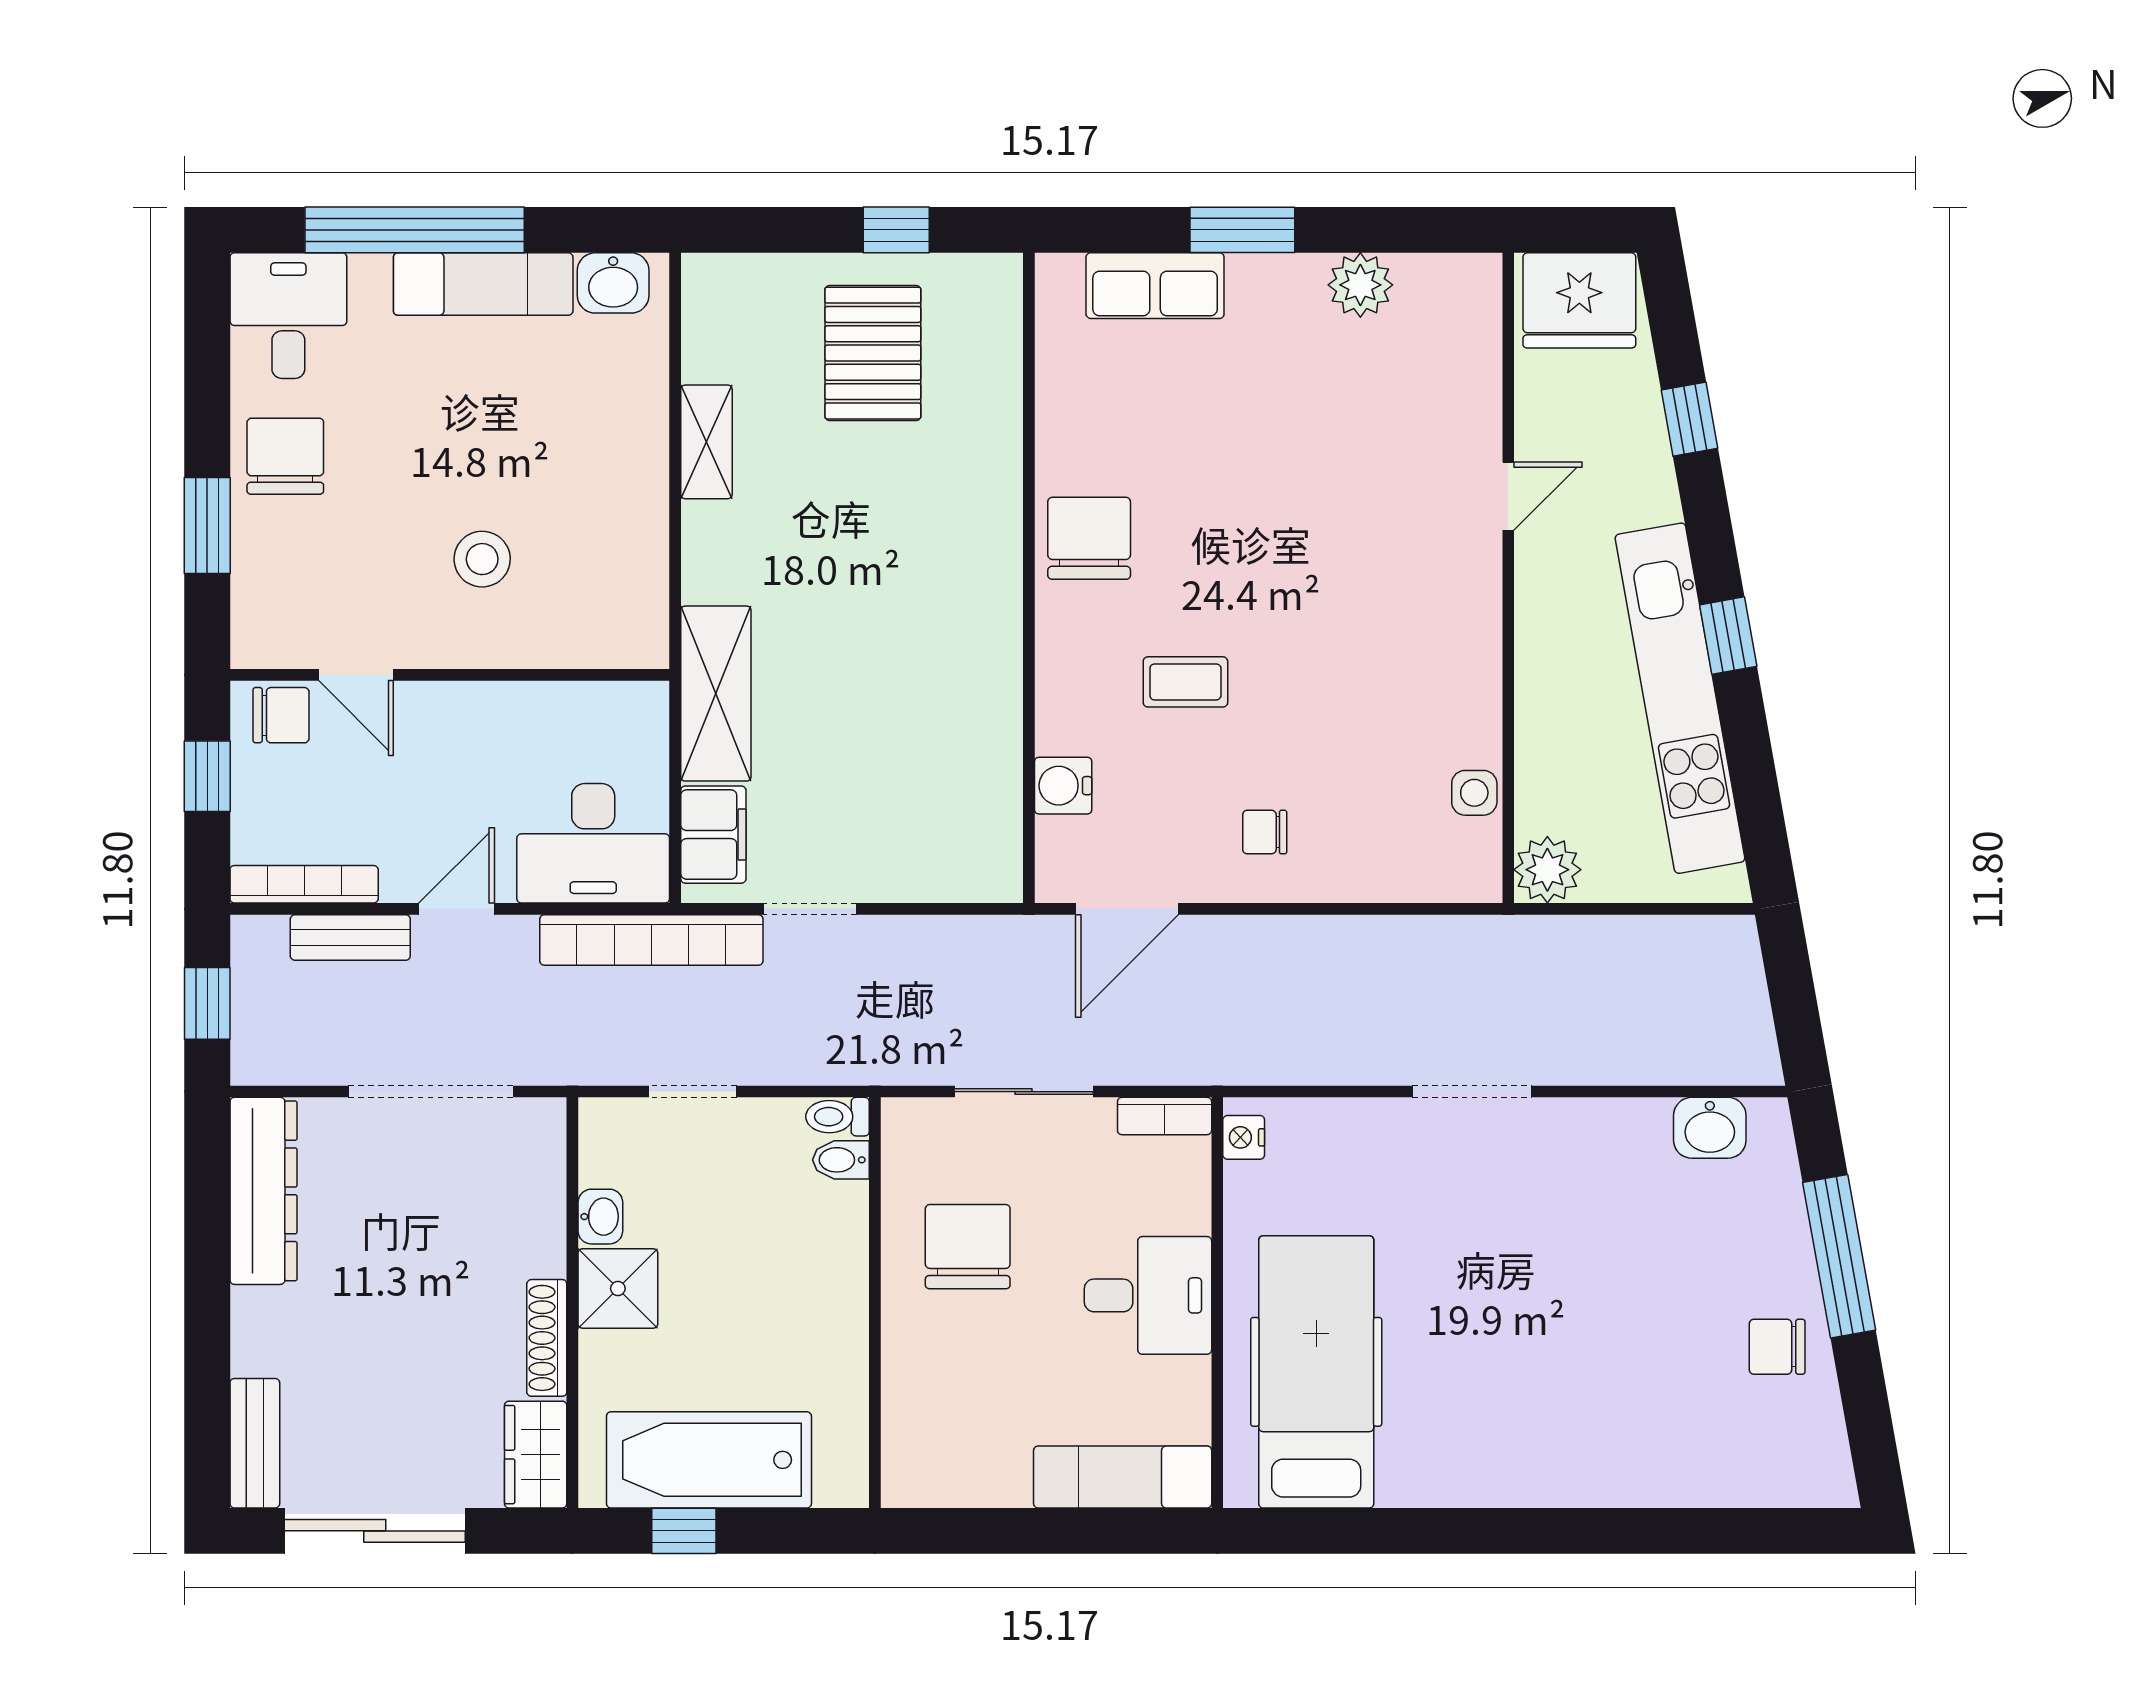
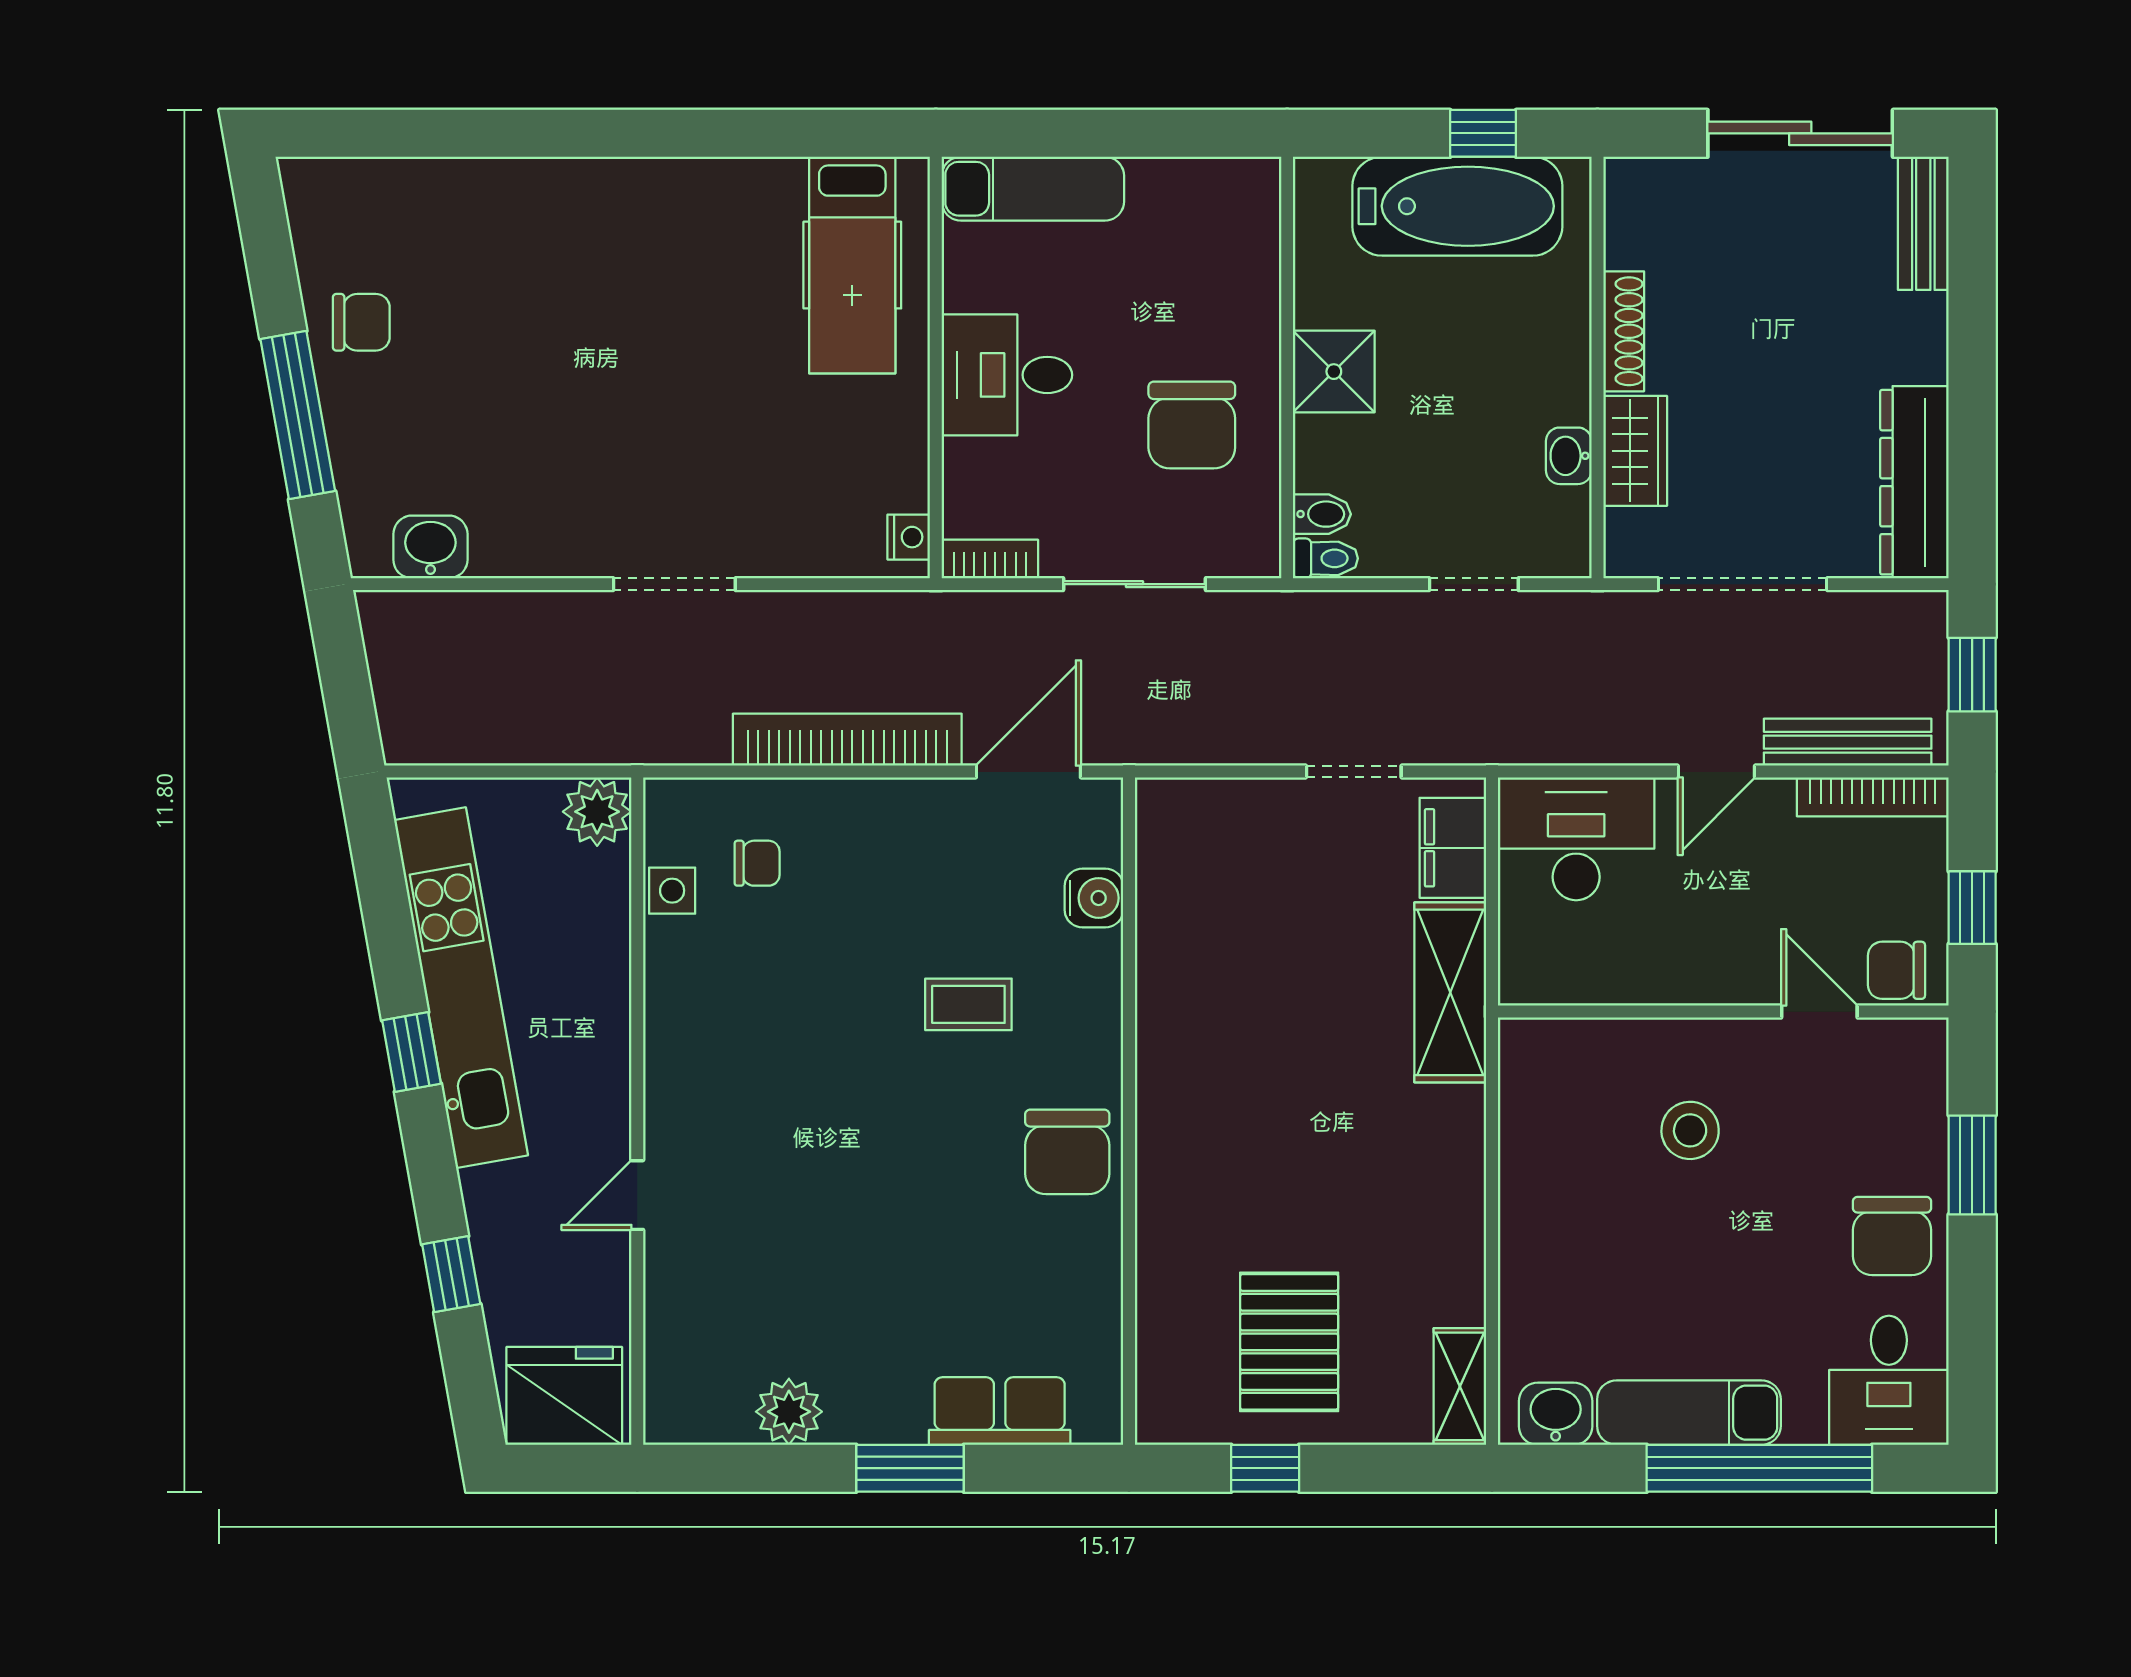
shelving: (706, 442) -> (1460, 1386), moved
chair: (1265, 832) -> (757, 863), moved
bench: (350, 937) -> (1848, 742), width x1.36
bookcase: (651, 940) -> (847, 740), moved
shower: (618, 1288) -> (1334, 372), moved
hospital bed: (1316, 1372) -> (852, 265), width x0.73, depth x0.78
wardrobe: (536, 1455) -> (1635, 451), moved

